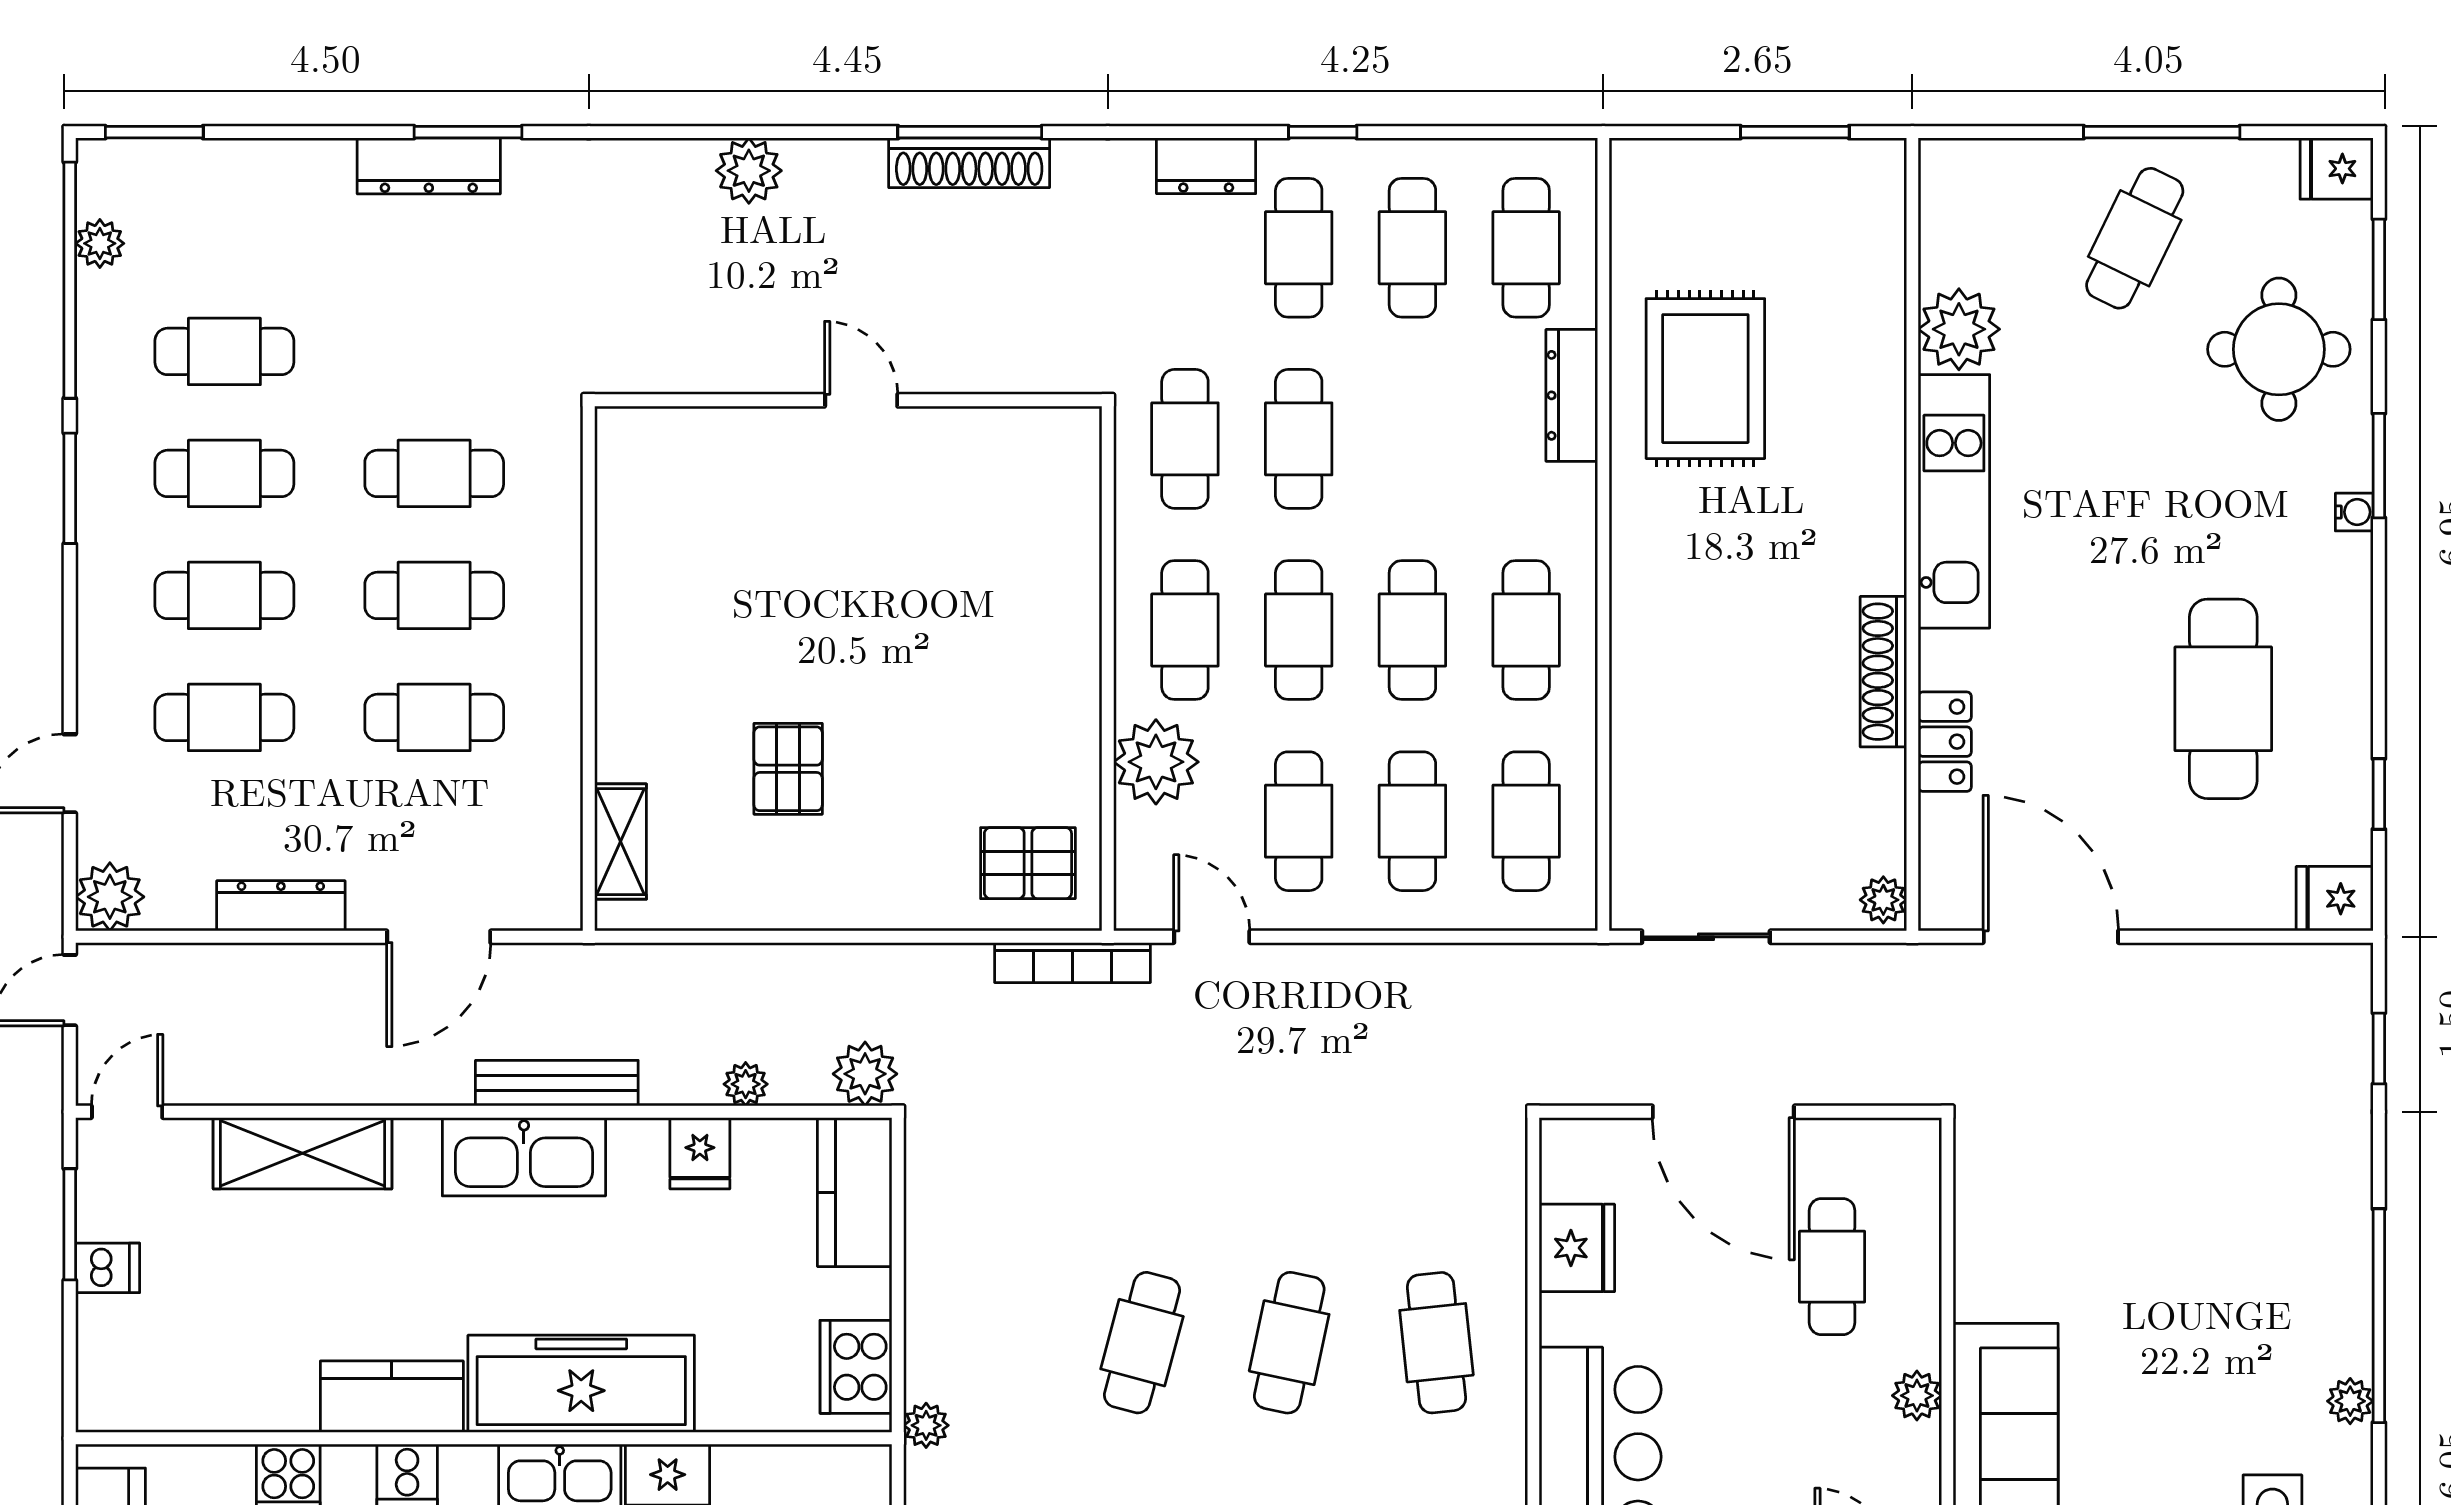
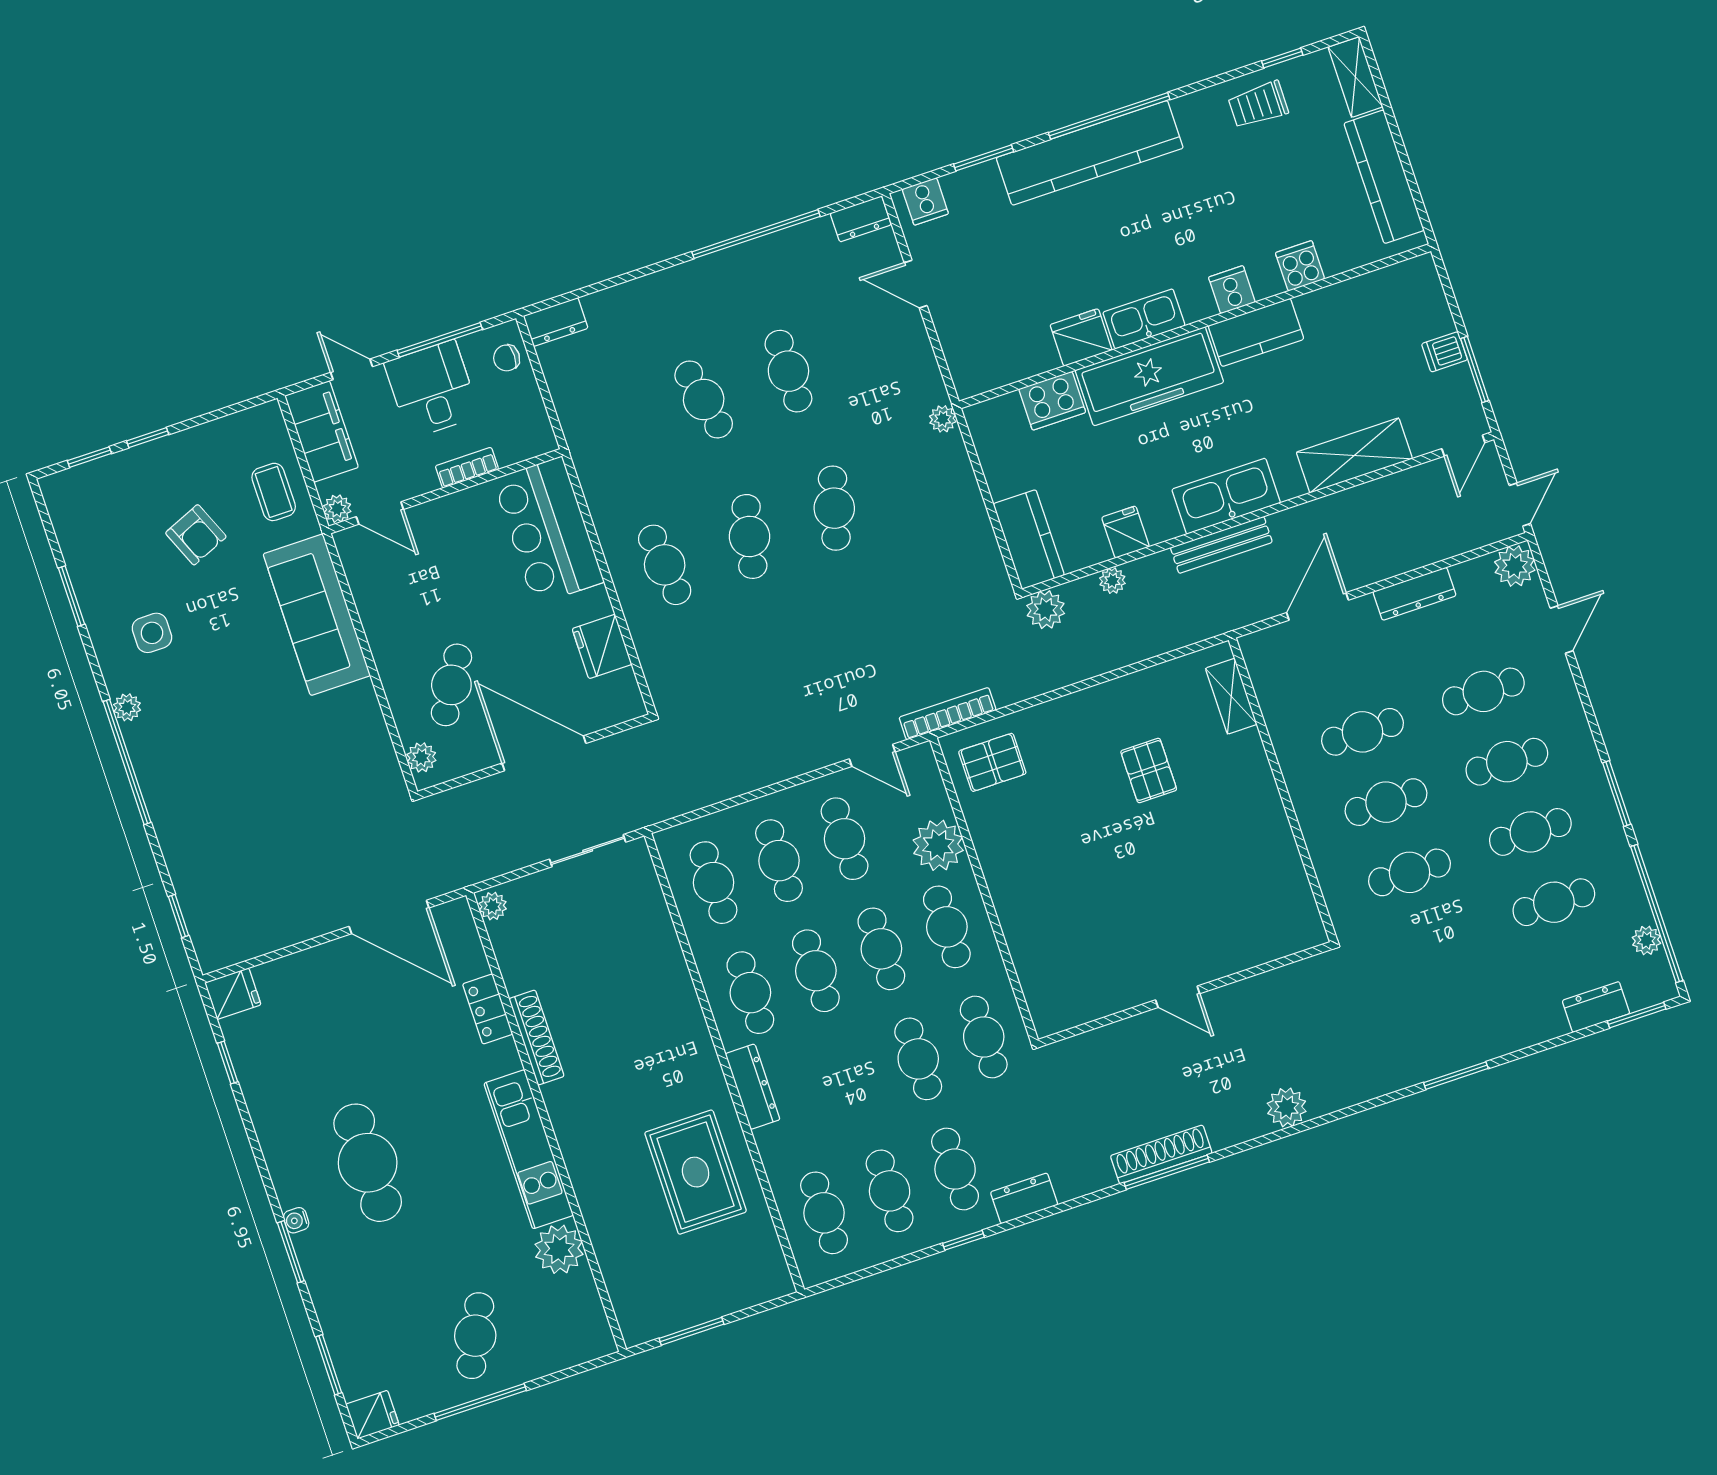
dresser: (429, 166) -> (1596, 1007), moved, width x0.70
round table: (2279, 349) -> (371, 1299), removed
dresser: (1572, 395) -> (753, 1087), moved
cafe table: (2223, 699) -> (368, 1163), moved
cafe table: (1832, 1267) -> (451, 685), turned 31
cooker: (856, 1367) -> (1052, 401), moved, turned 90
plant: (1917, 1396) -> (421, 757), moved

